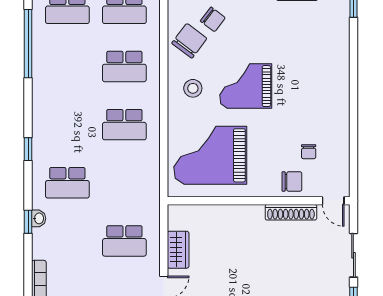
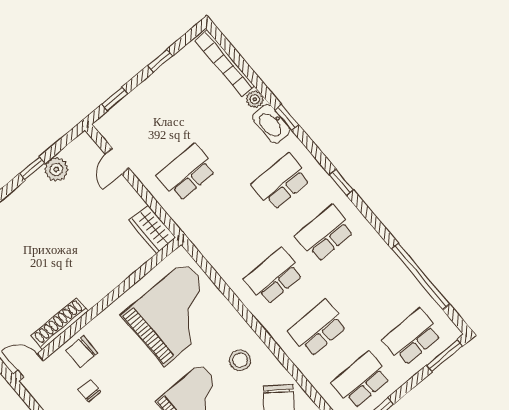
school desk: (67, 125) -> (325, 234), added
washbasin: (39, 218) -> (271, 124), width x1.91, depth x1.45
wardrobe: (178, 250) -> (152, 229), moved
plant: (39, 251) -> (255, 99), added

